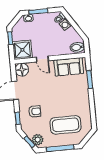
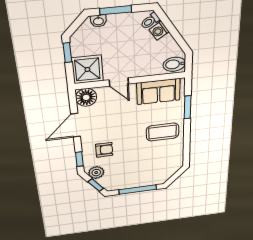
coffee table: (66, 125) -> (163, 132), moved, width x0.73, depth x0.76
plant: (38, 140) -> (96, 173), moved

